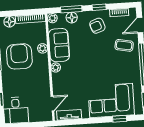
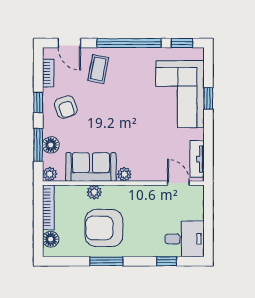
window: (120, 119) -> (208, 99), moved

